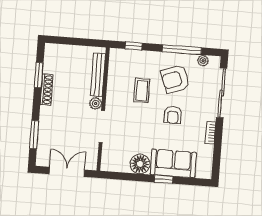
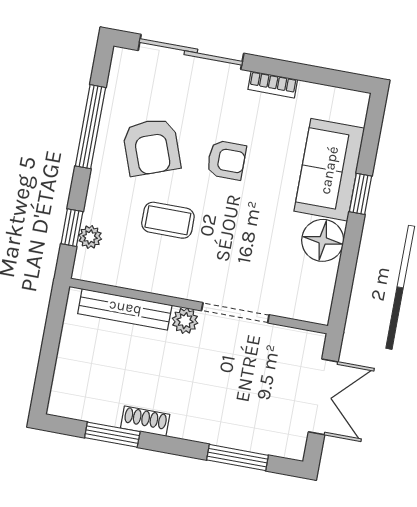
plant: (203, 61) -> (90, 237), moved
shoe rack: (47, 90) -> (145, 421), width x0.70
double door: (67, 172) -> (323, 397), swing flipped

